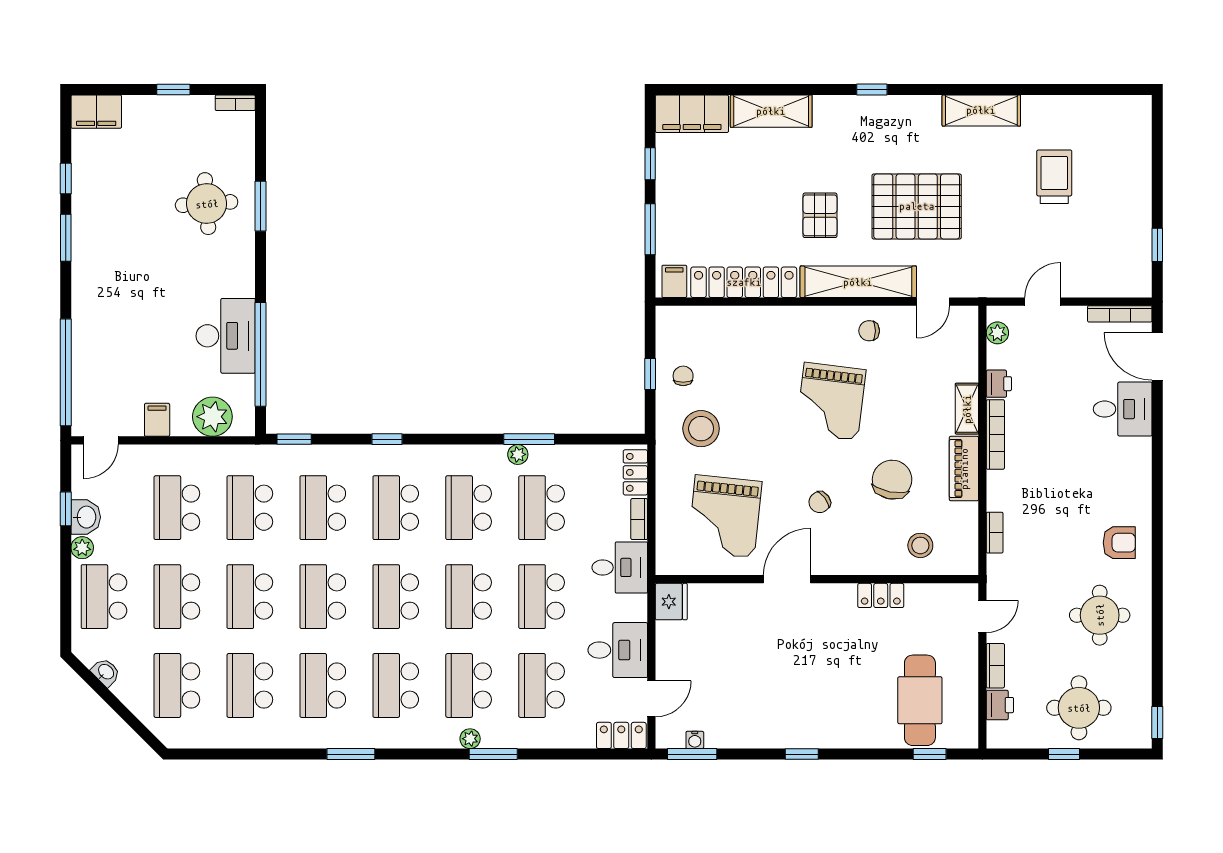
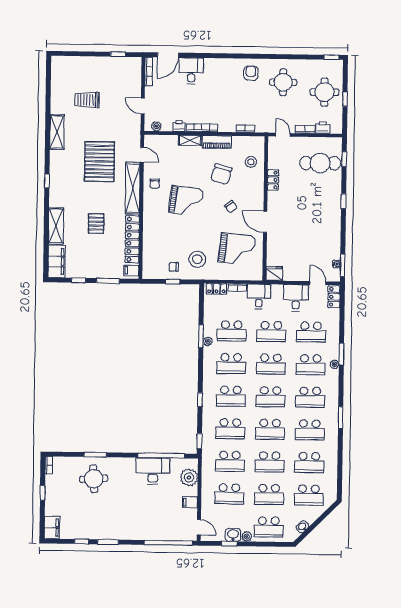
pallet: (820, 215) -> (96, 224), moved, turned 90
chair: (892, 480) -> (221, 174), turned -86
window: (802, 754) -> (344, 201), moved

